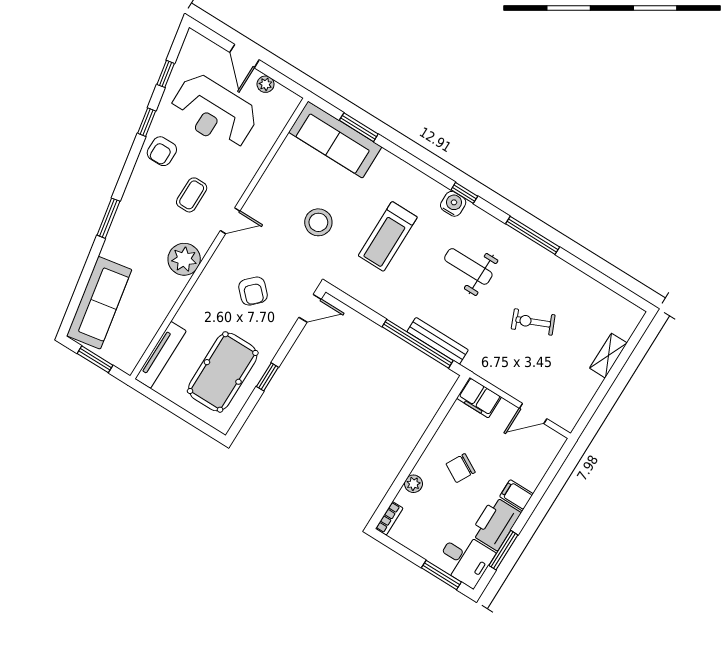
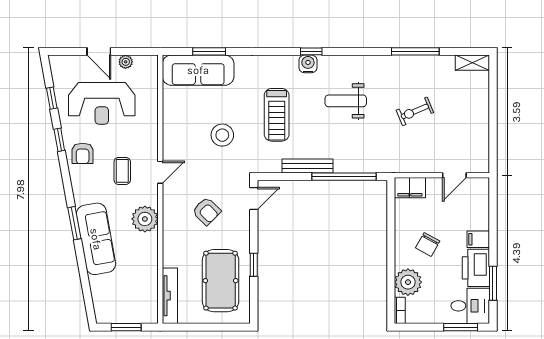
window: (533, 235) -> (415, 51), moved
sofa: (99, 303) -> (96, 239), moved
bench: (438, 341) -> (307, 166), moved
shelving: (608, 356) -> (472, 63), moved, turned 90
plant: (413, 484) -> (408, 282), width x1.87, depth x1.87

